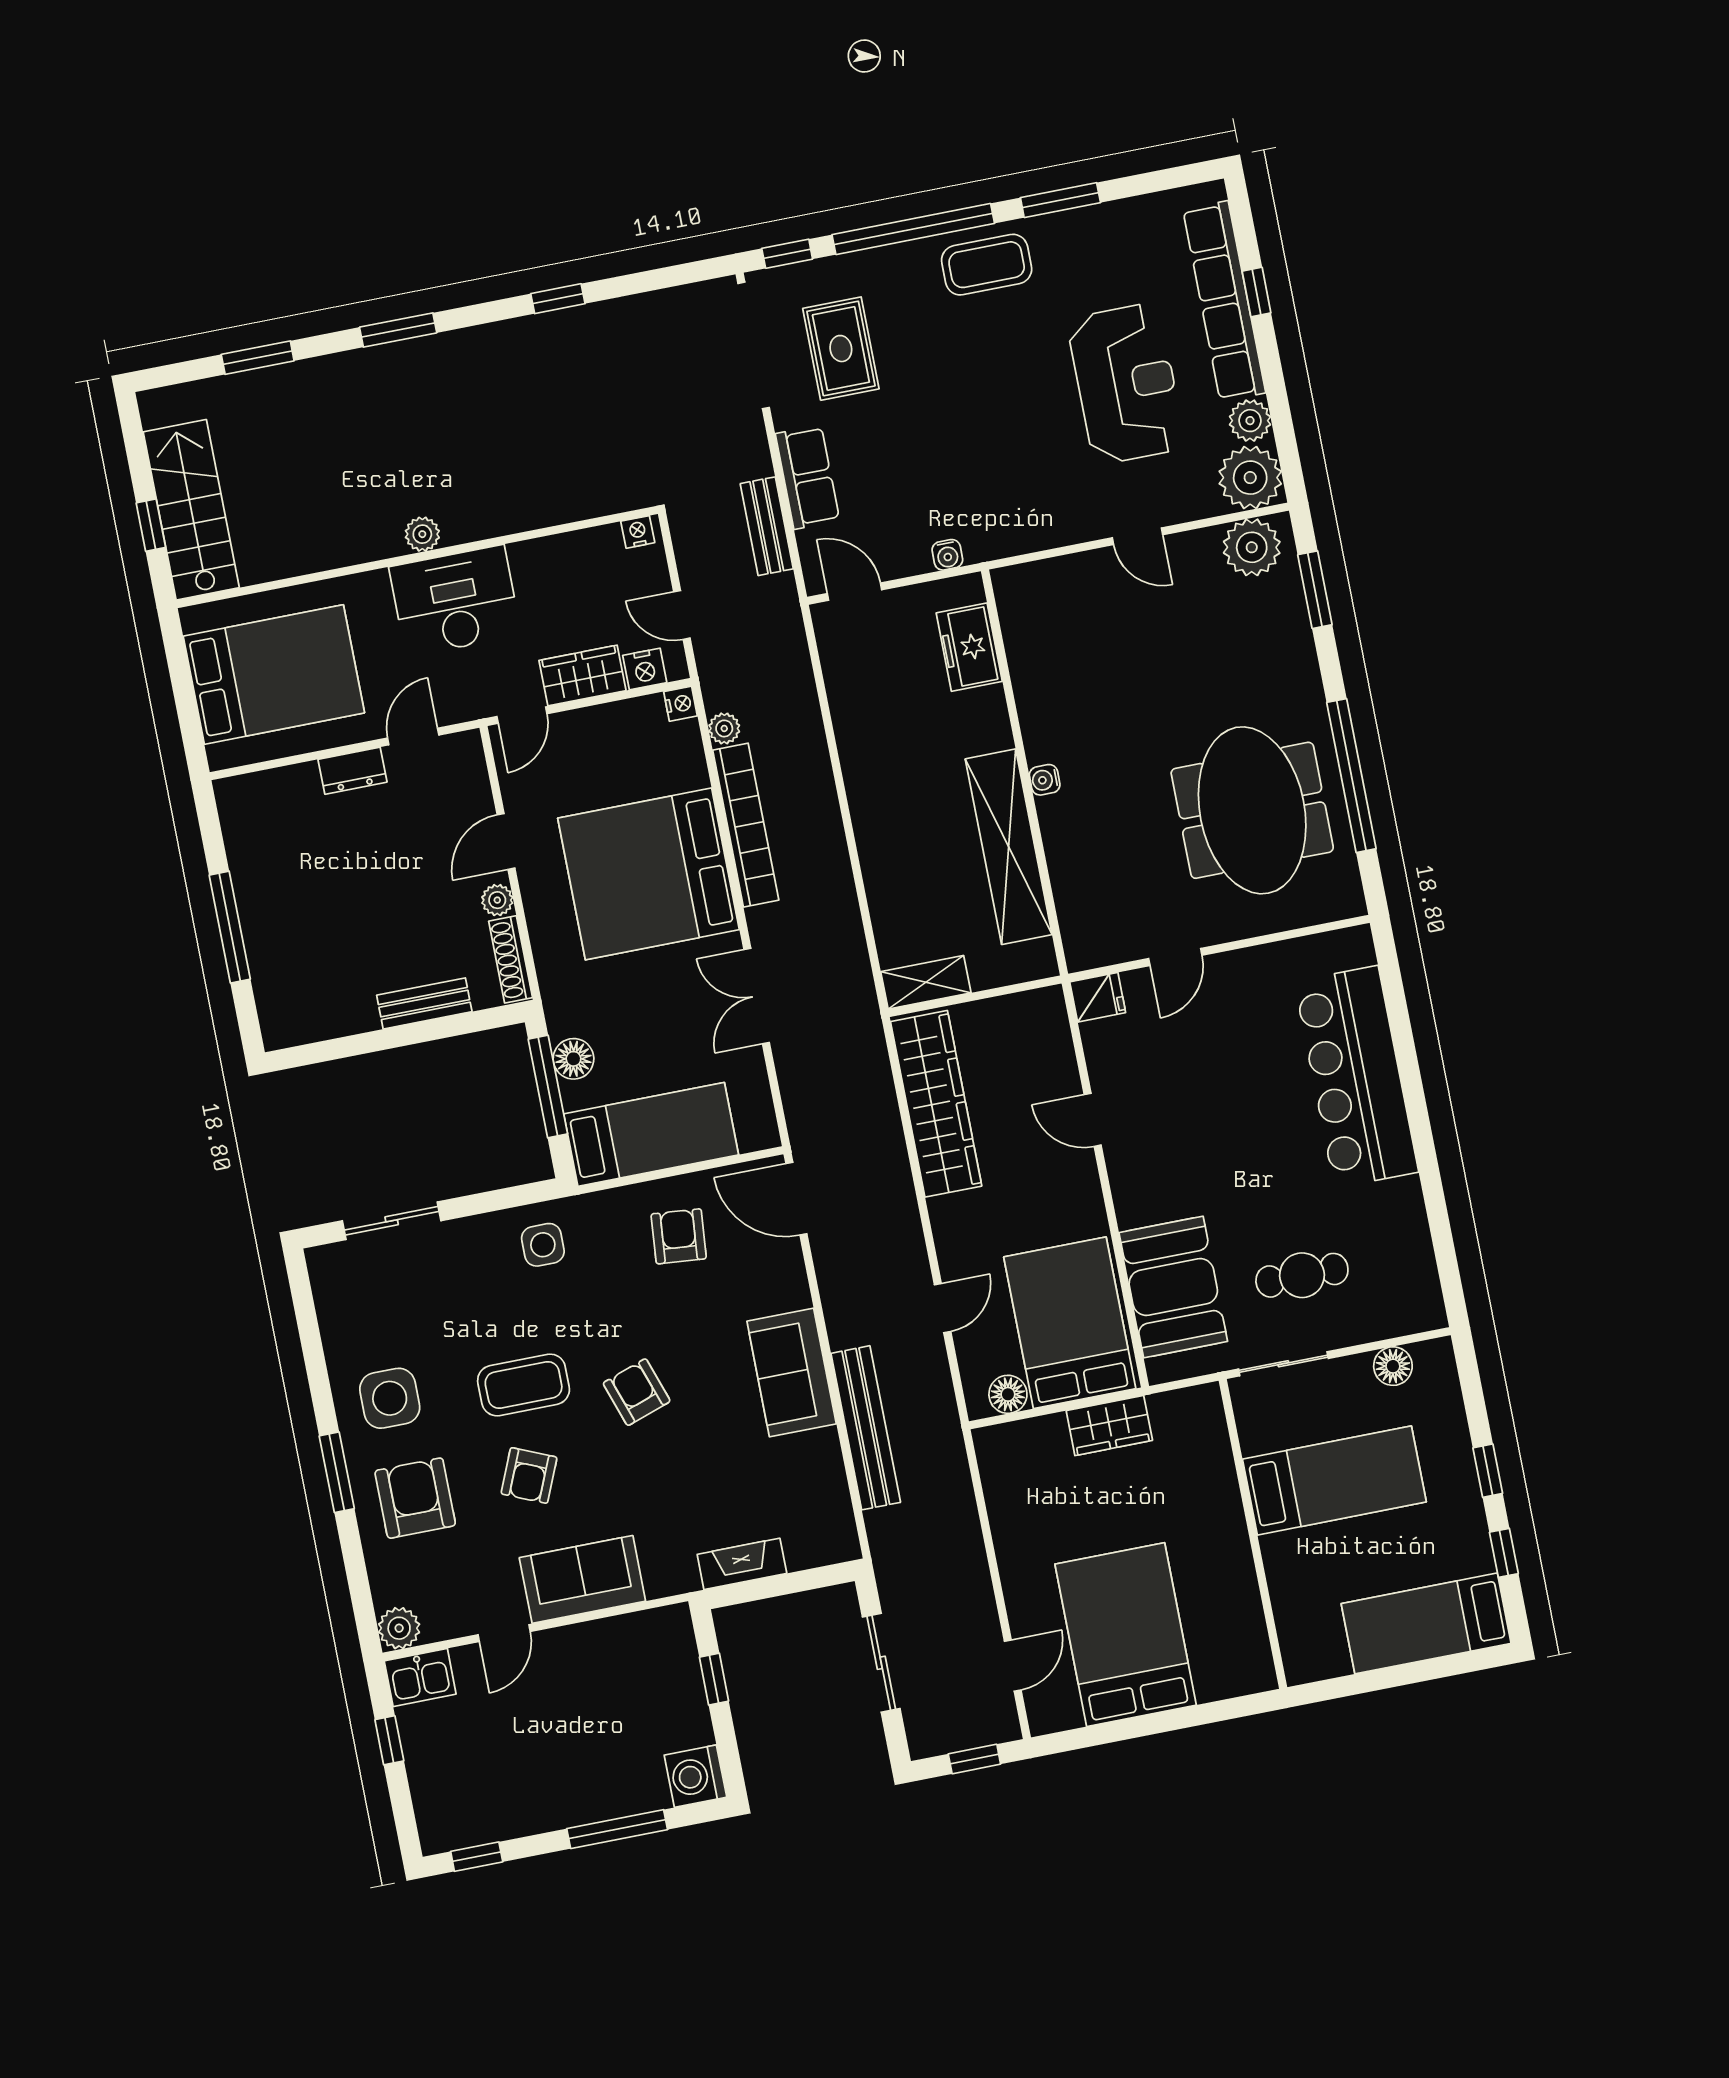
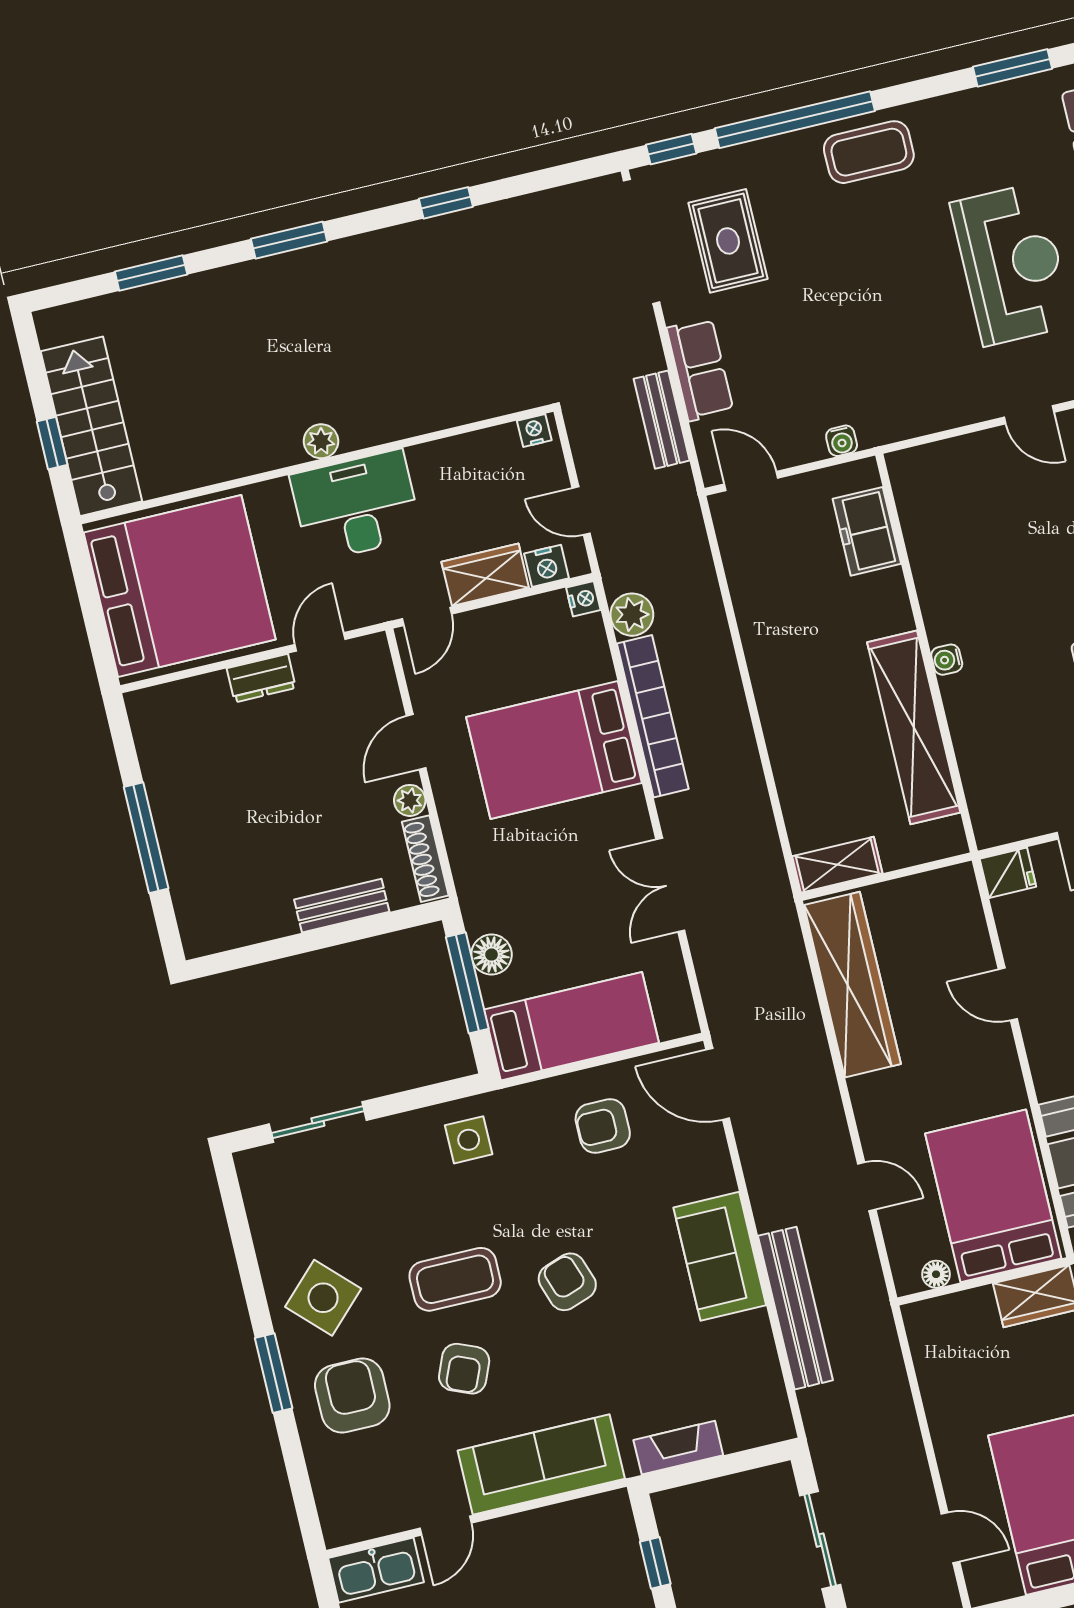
window: (1060, 200) -> (1012, 68), moved
bed: (274, 675) -> (180, 586), width x1.36
plant: (724, 728) -> (632, 615), width x1.38, depth x1.38
bed: (649, 874) -> (554, 750), width x0.73
armchair: (679, 1236) -> (603, 1126), turned -95
door: (943, 1308) -> (867, 1187), hinge flipped
floor lamp: (1008, 1394) -> (936, 1274), width x0.73, depth x0.73
side table: (390, 1398) -> (323, 1298), turned 45
sofa: (582, 1579) -> (541, 1465), width x1.36
plant: (399, 1628) -> (342, 1525), removed
door: (1013, 1666) -> (950, 1538), hinge flipped
kitchen sink: (420, 1677) -> (376, 1570), width x1.38

